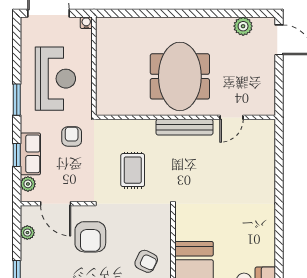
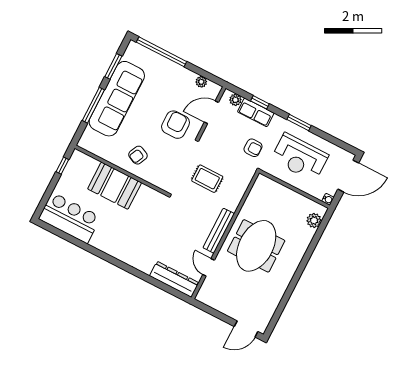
plant: (243, 26) -> (314, 220), moved
meeting table: (180, 76) -> (256, 246), turned 90
dresser: (265, 149) -> (174, 279), added
armchair: (90, 237) -> (176, 125), turned 90

